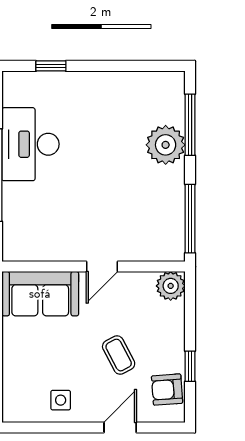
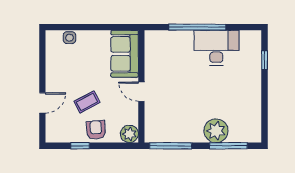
armchair: (167, 390) -> (96, 130), moved
side table: (61, 400) -> (70, 38), moved
door: (120, 428) -> (42, 103), hinge flipped

